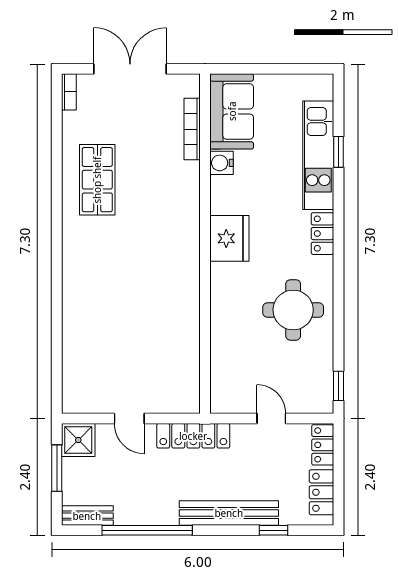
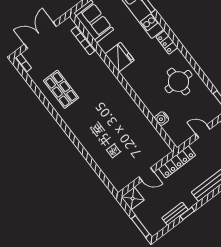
water cooler: (221, 163) -> (162, 119), moved
fridge: (229, 238) -> (120, 57), moved
window: (57, 468) -> (140, 226), moved
bench: (87, 516) -> (175, 214), moved
window: (147, 530) -> (187, 213), width x0.32

